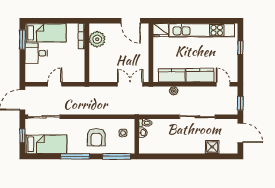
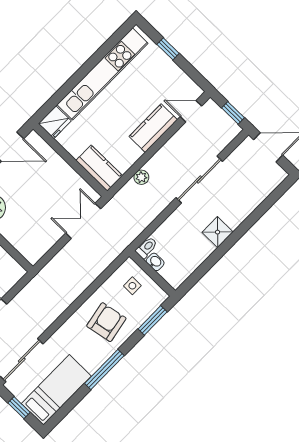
kitchen counter: (172, 75) -> (99, 168), moved, turned 90
armchair: (96, 137) -> (106, 322), turned -101
shower: (212, 147) -> (218, 232), moved
window: (117, 156) -> (153, 320), width x0.69

